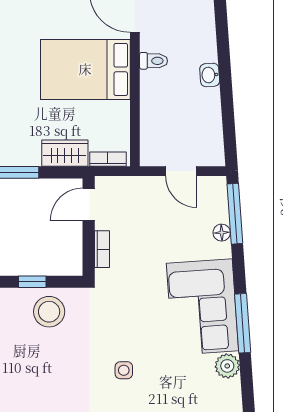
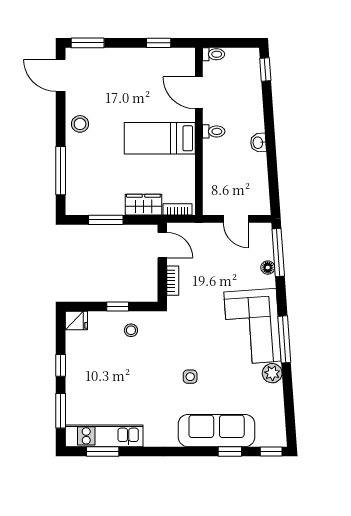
bed: (85, 69) -> (160, 138), width x0.67
door: (89, 204) -> (162, 245), swing flipped
stool: (49, 312) -> (131, 330), width x0.53, depth x0.53

